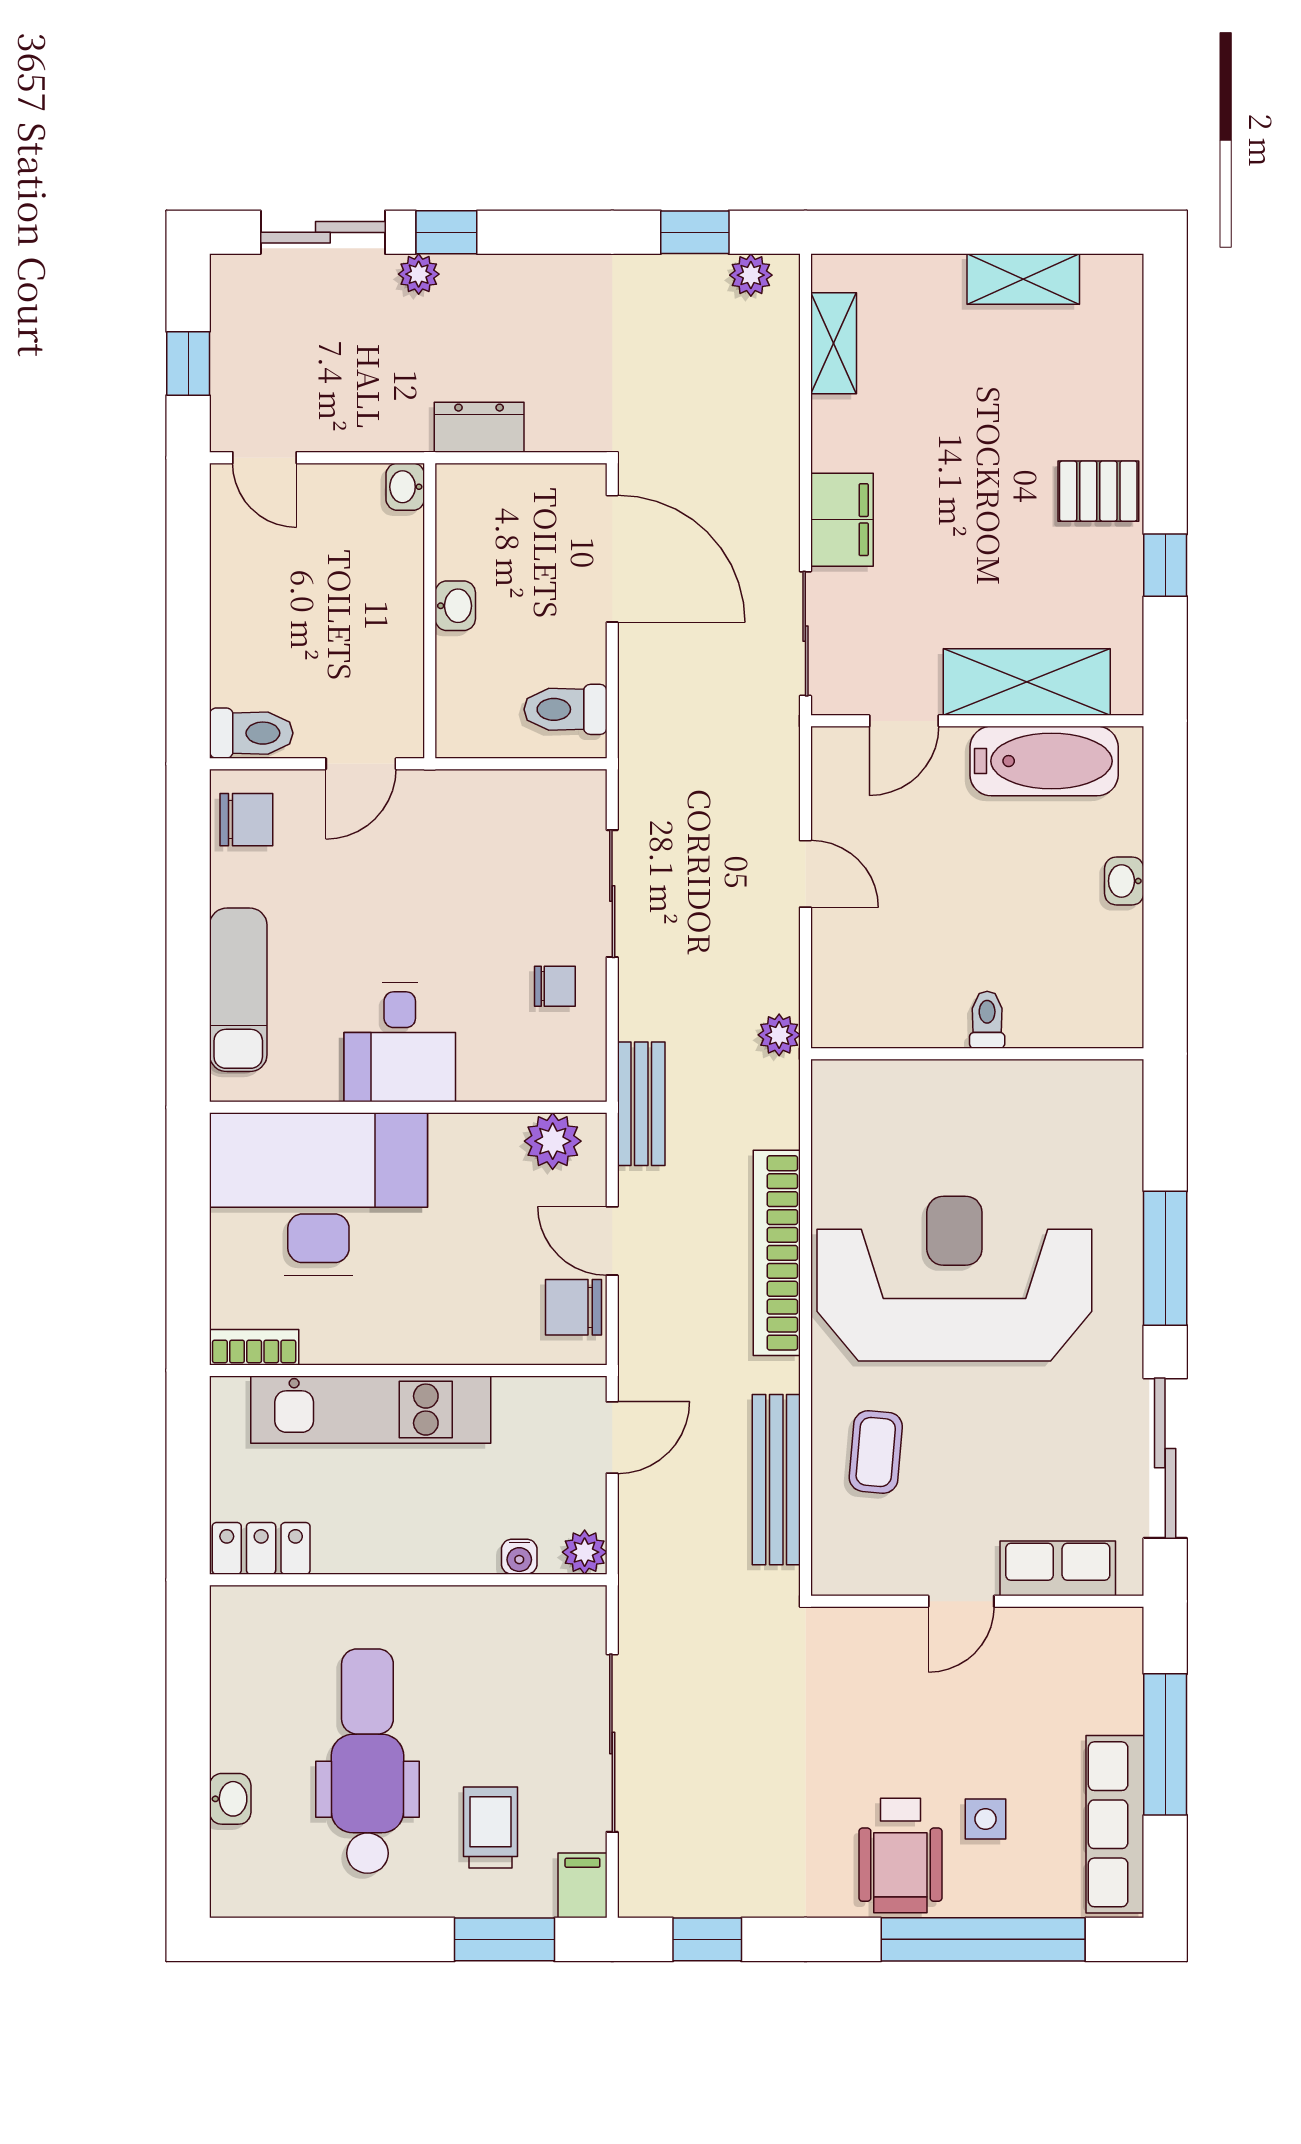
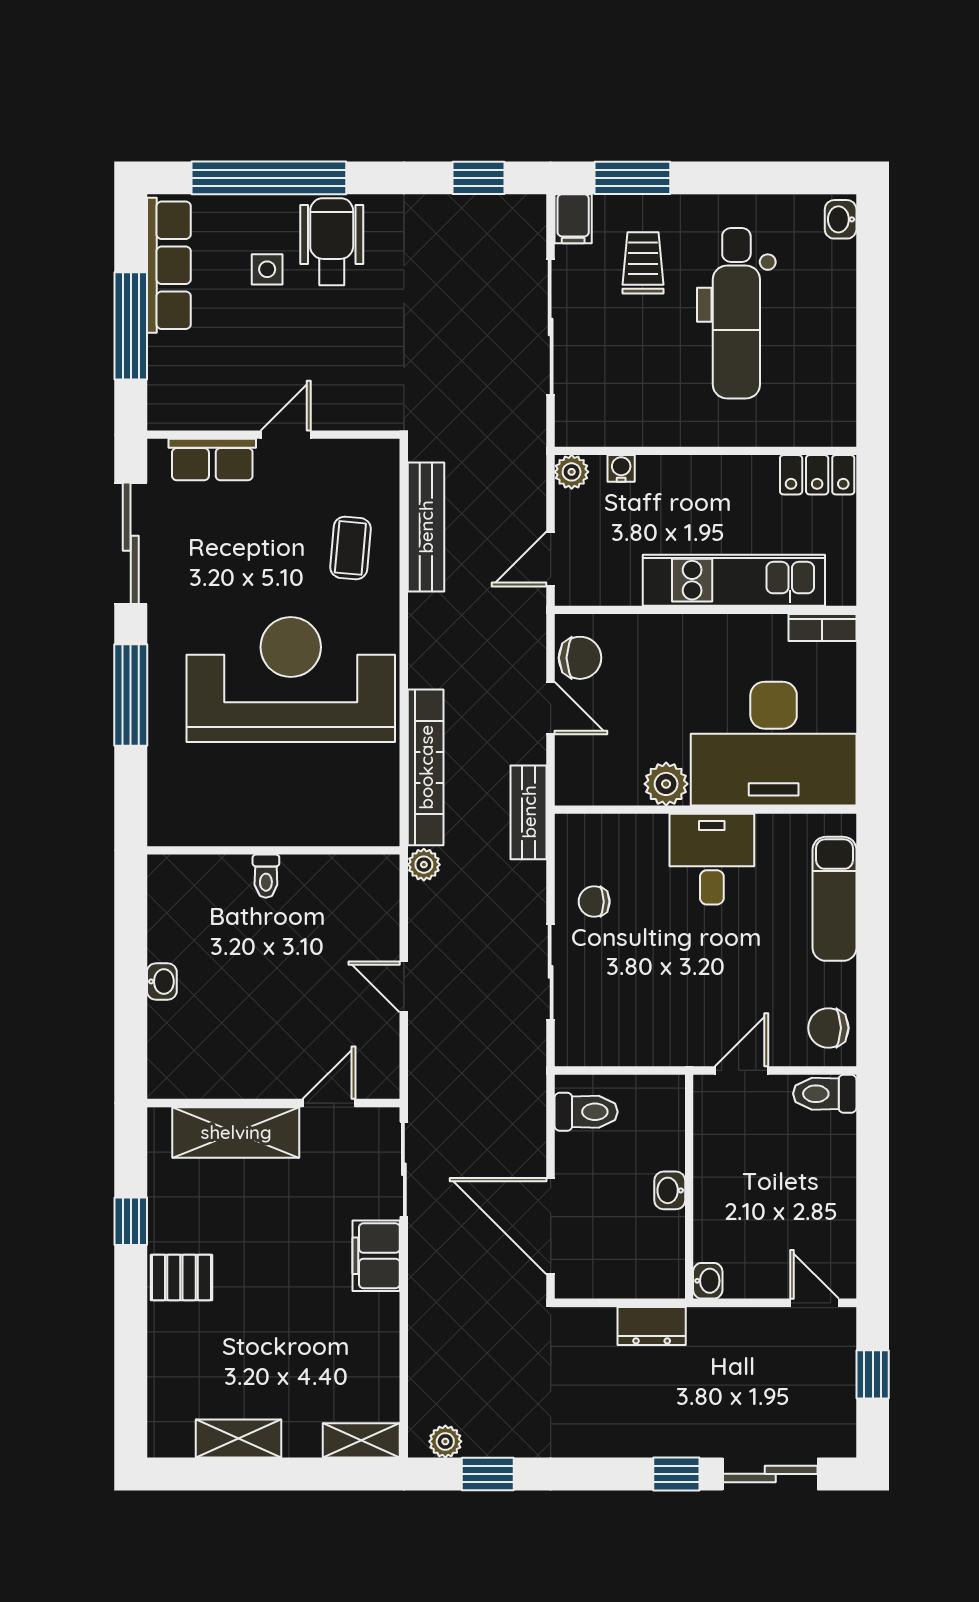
plant: (419, 274) -> (697, 1442), removed
shelving: (834, 343) -> (361, 1440), moved, turned 90
bathtub: (1044, 761) -> (223, 1073), removed
plant: (553, 1141) -> (666, 784), moved
bookcase: (777, 1253) -> (426, 767), moved
reception desk: (954, 1279) -> (291, 680), turned 180
washbasin: (230, 1799) -> (841, 219), moved
trolley: (490, 1828) -> (643, 263), turned 180

